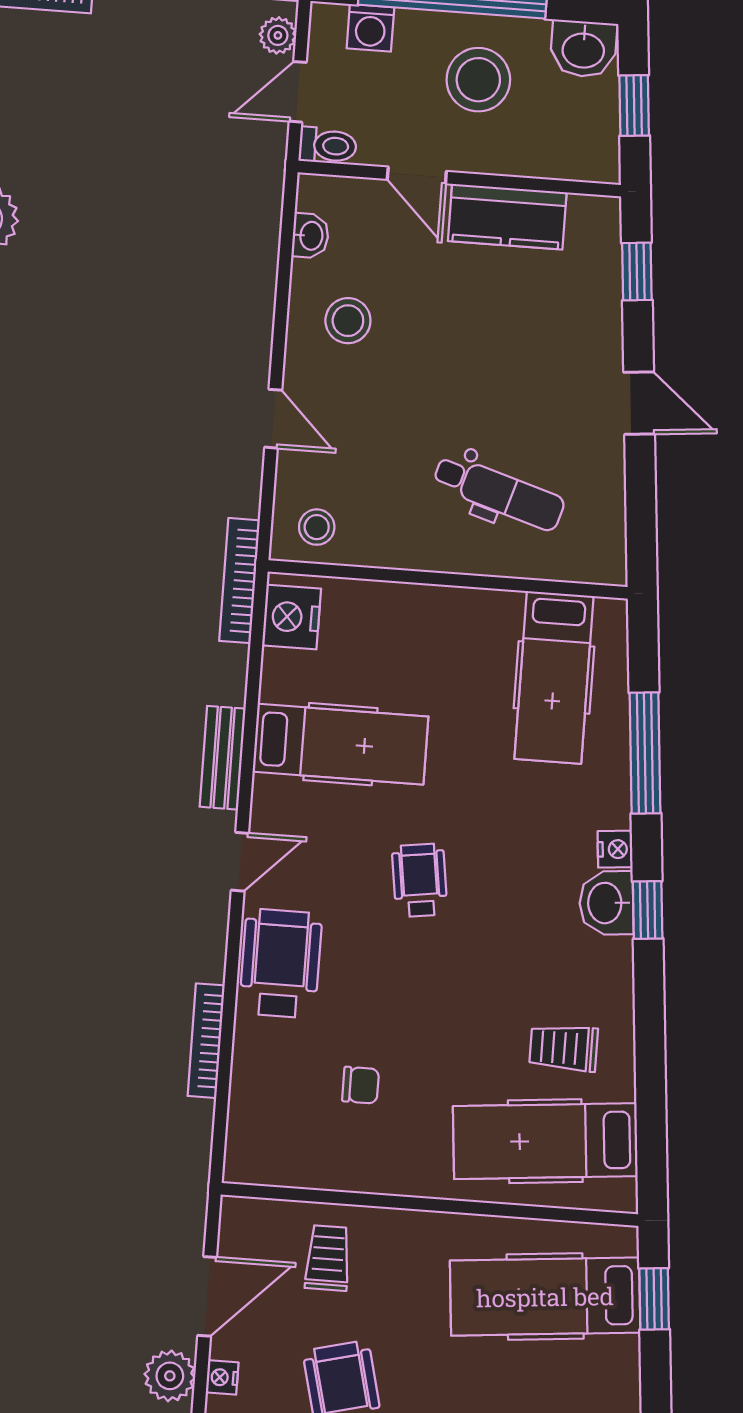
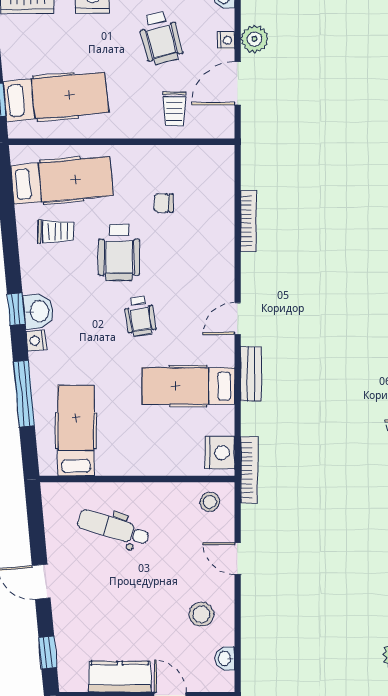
wheelchair: (281, 963) -> (119, 253), moved

